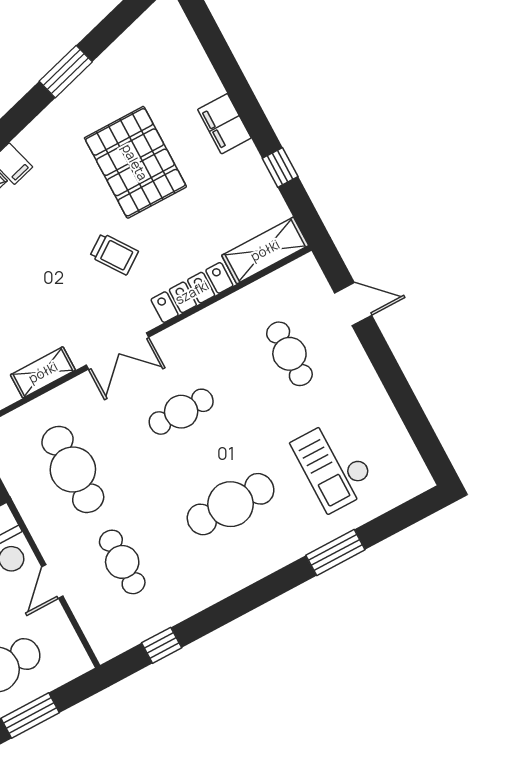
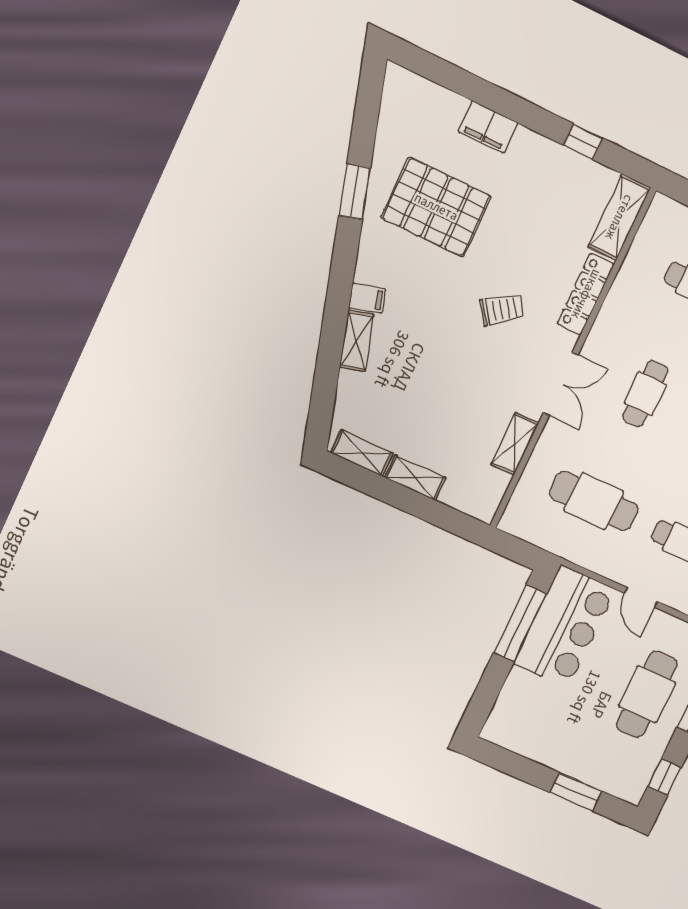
filing cabinet: (224, 124) -> (488, 127), moved
pallet: (135, 162) -> (436, 207), moved

